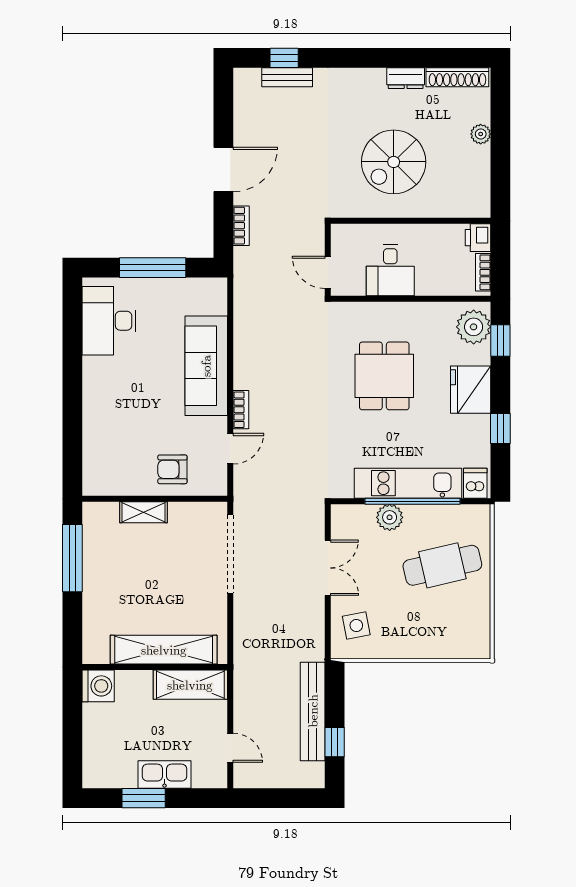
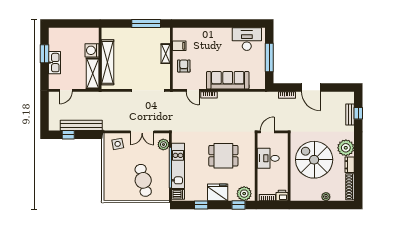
plant: (365, 87) -> (346, 148), added
spiral stairs: (394, 162) -> (314, 160), width x1.37, depth x1.37
filing cabinet: (125, 480) -> (179, 46), added
plant: (390, 517) -> (163, 145), moved
washing machine: (98, 686) -> (92, 50), moved, turned 90

